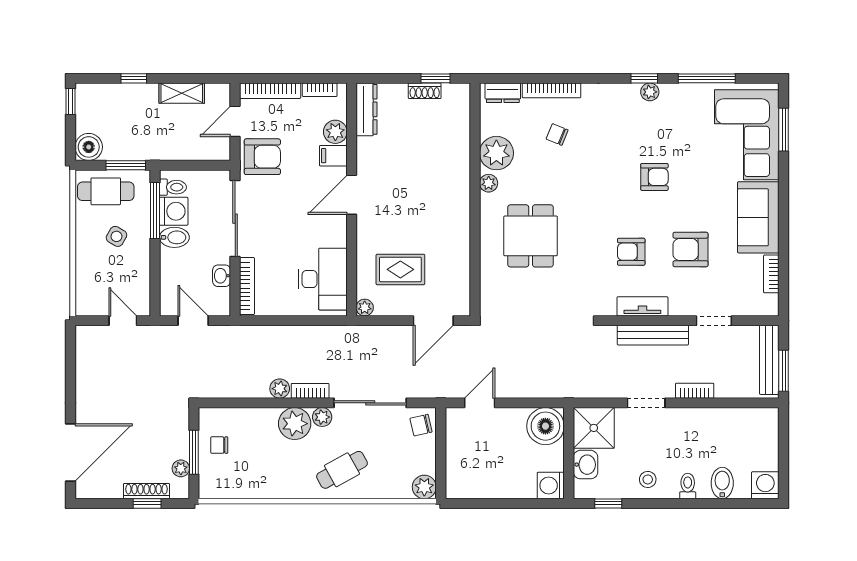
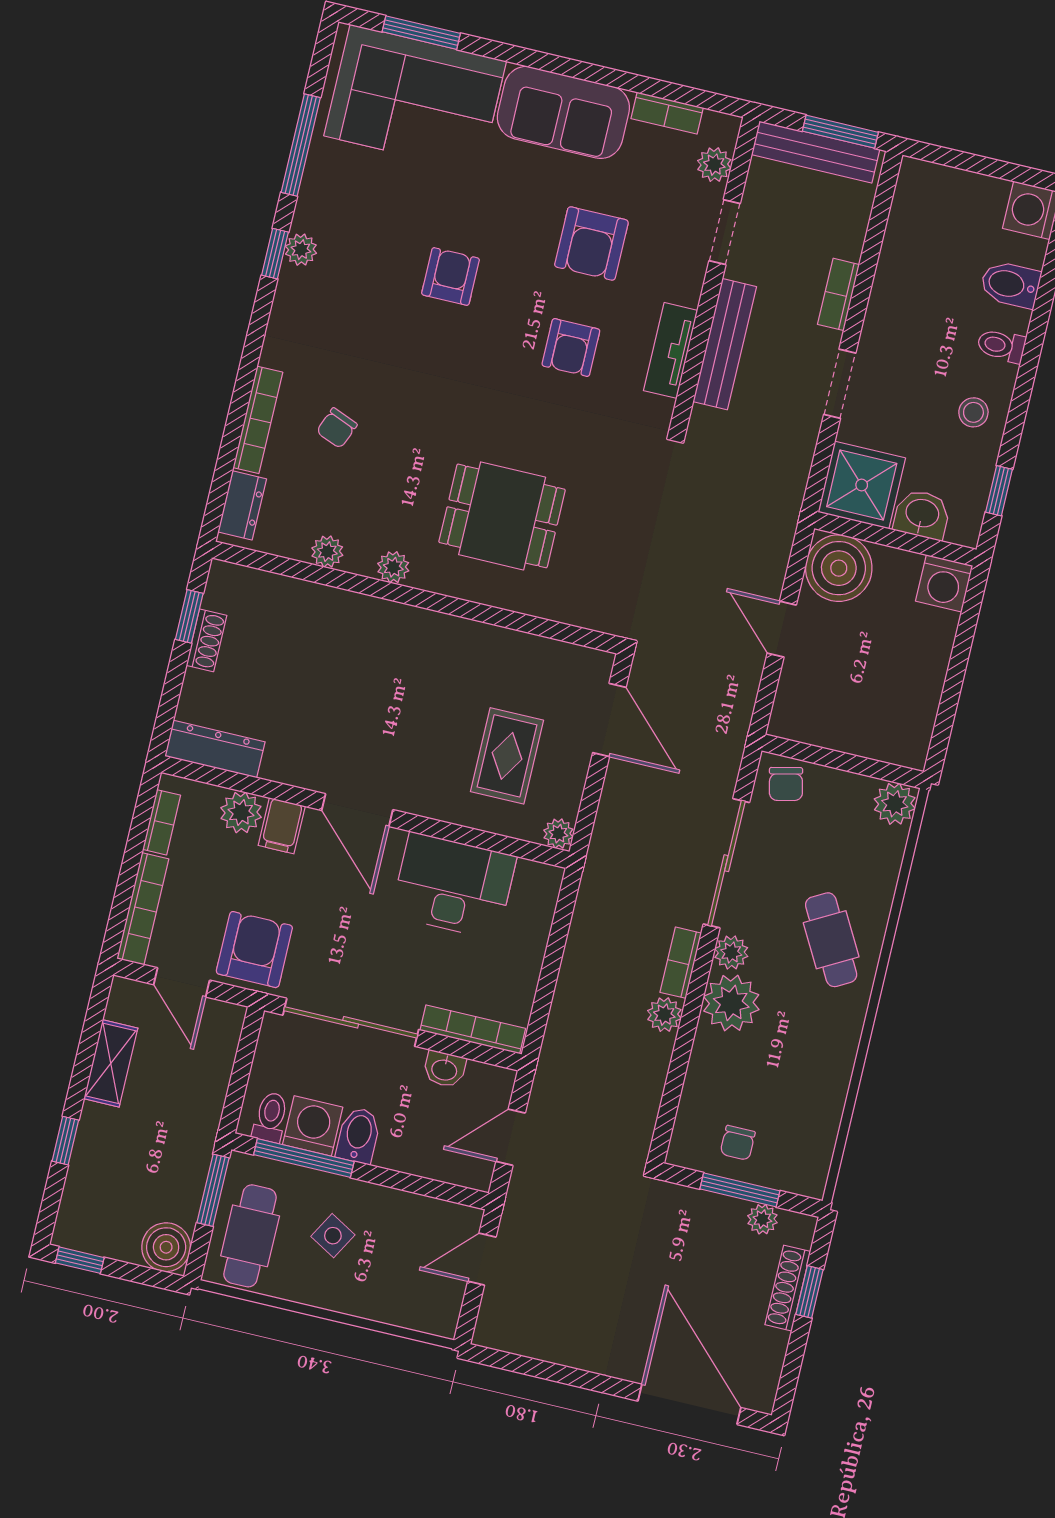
plant: (496, 153) -> (327, 552), width x0.53, depth x0.53
desk: (323, 279) -> (454, 886), moved
plant: (749, 306) -> (714, 165), added
door: (480, 403) -> (782, 629), moved

